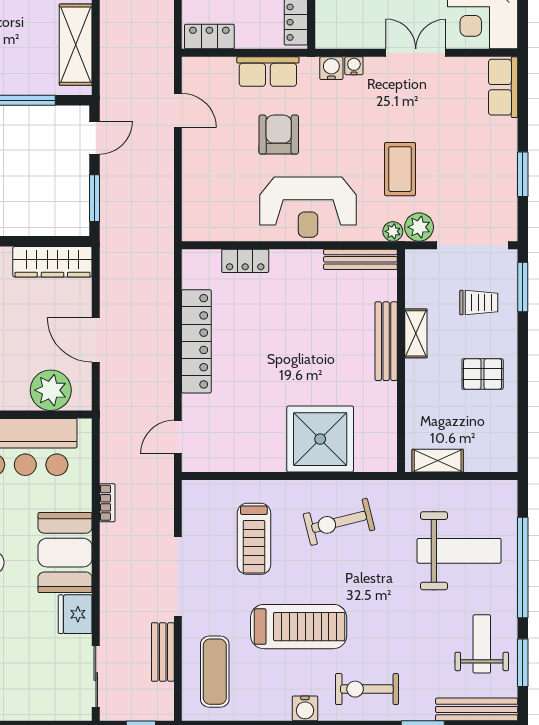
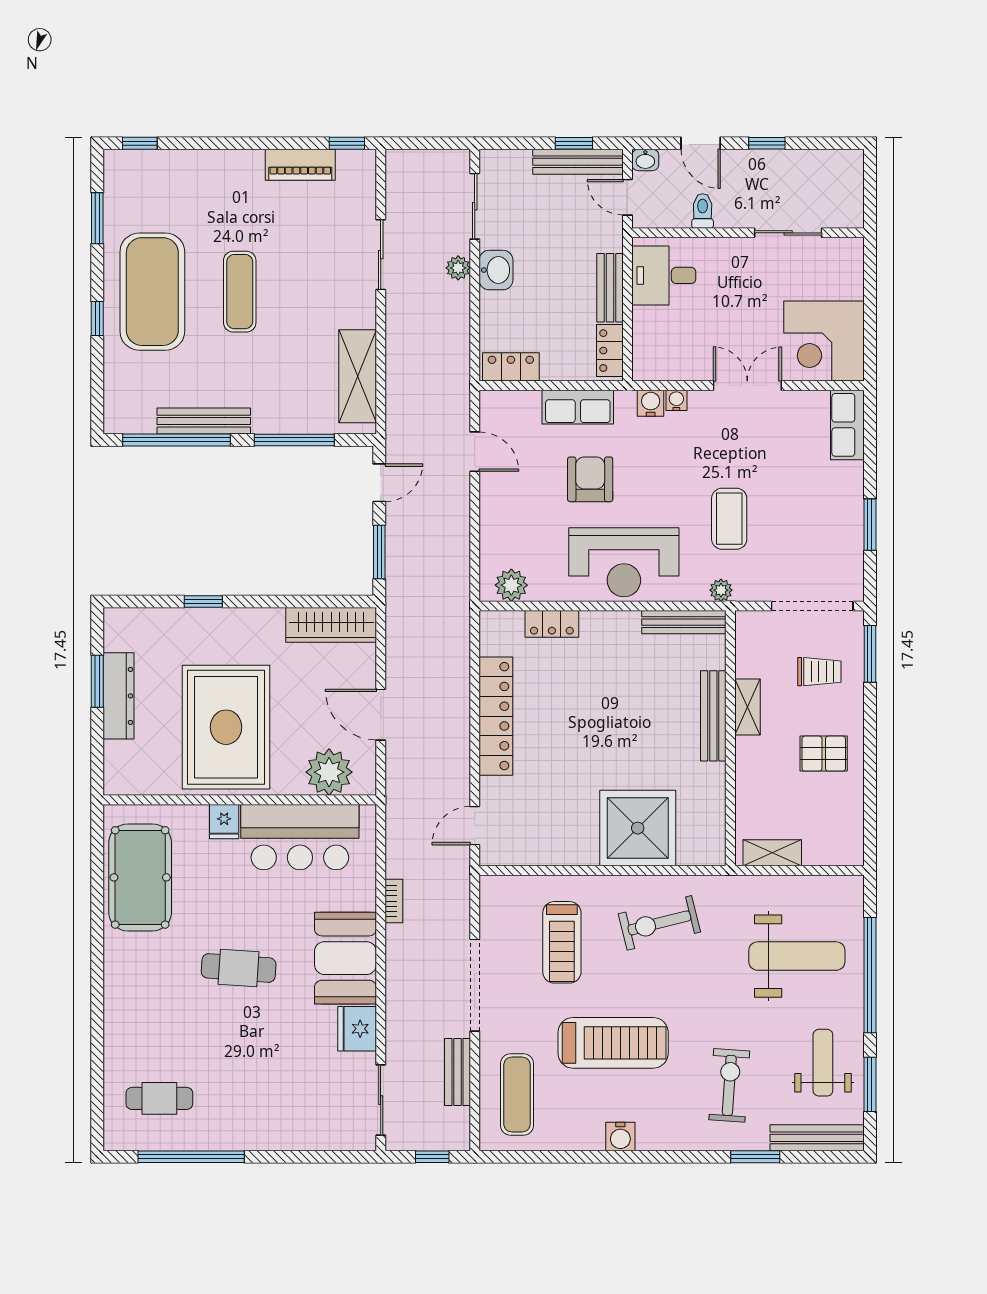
plant: (419, 227) -> (511, 585), moved
exercise bike: (367, 689) -> (729, 1085), moved, turned 94

